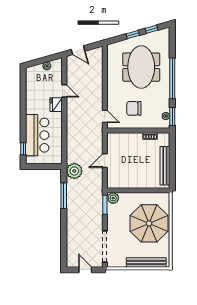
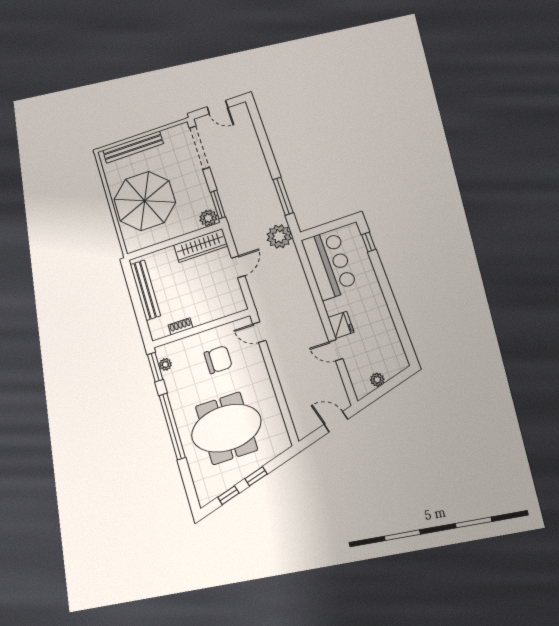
meeting table: (141, 67) -> (226, 428), turned 90
bar counter: (37, 135) -> (329, 264), moved, turned 180
wardrobe: (123, 182) -> (201, 246), added

